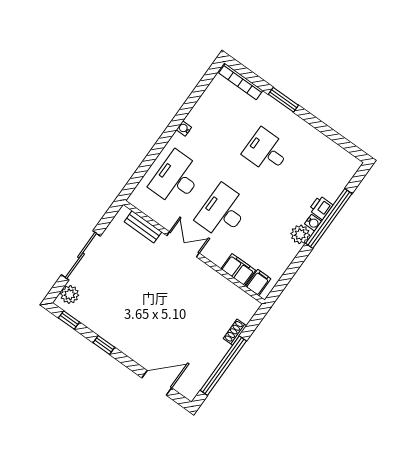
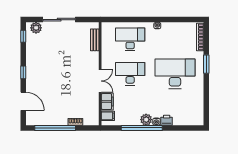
desk: (266, 151) -> (175, 74), width x1.87, depth x1.30
window: (329, 218) -> (142, 128), moved
double door: (183, 244) -> (100, 81), moved
window: (104, 345) -> (23, 72), moved

